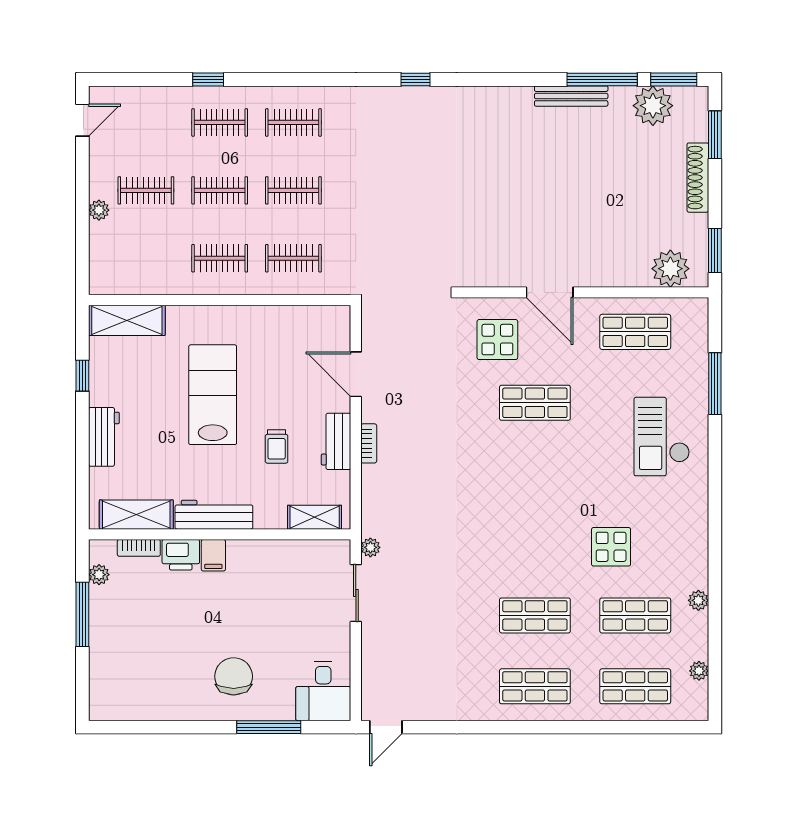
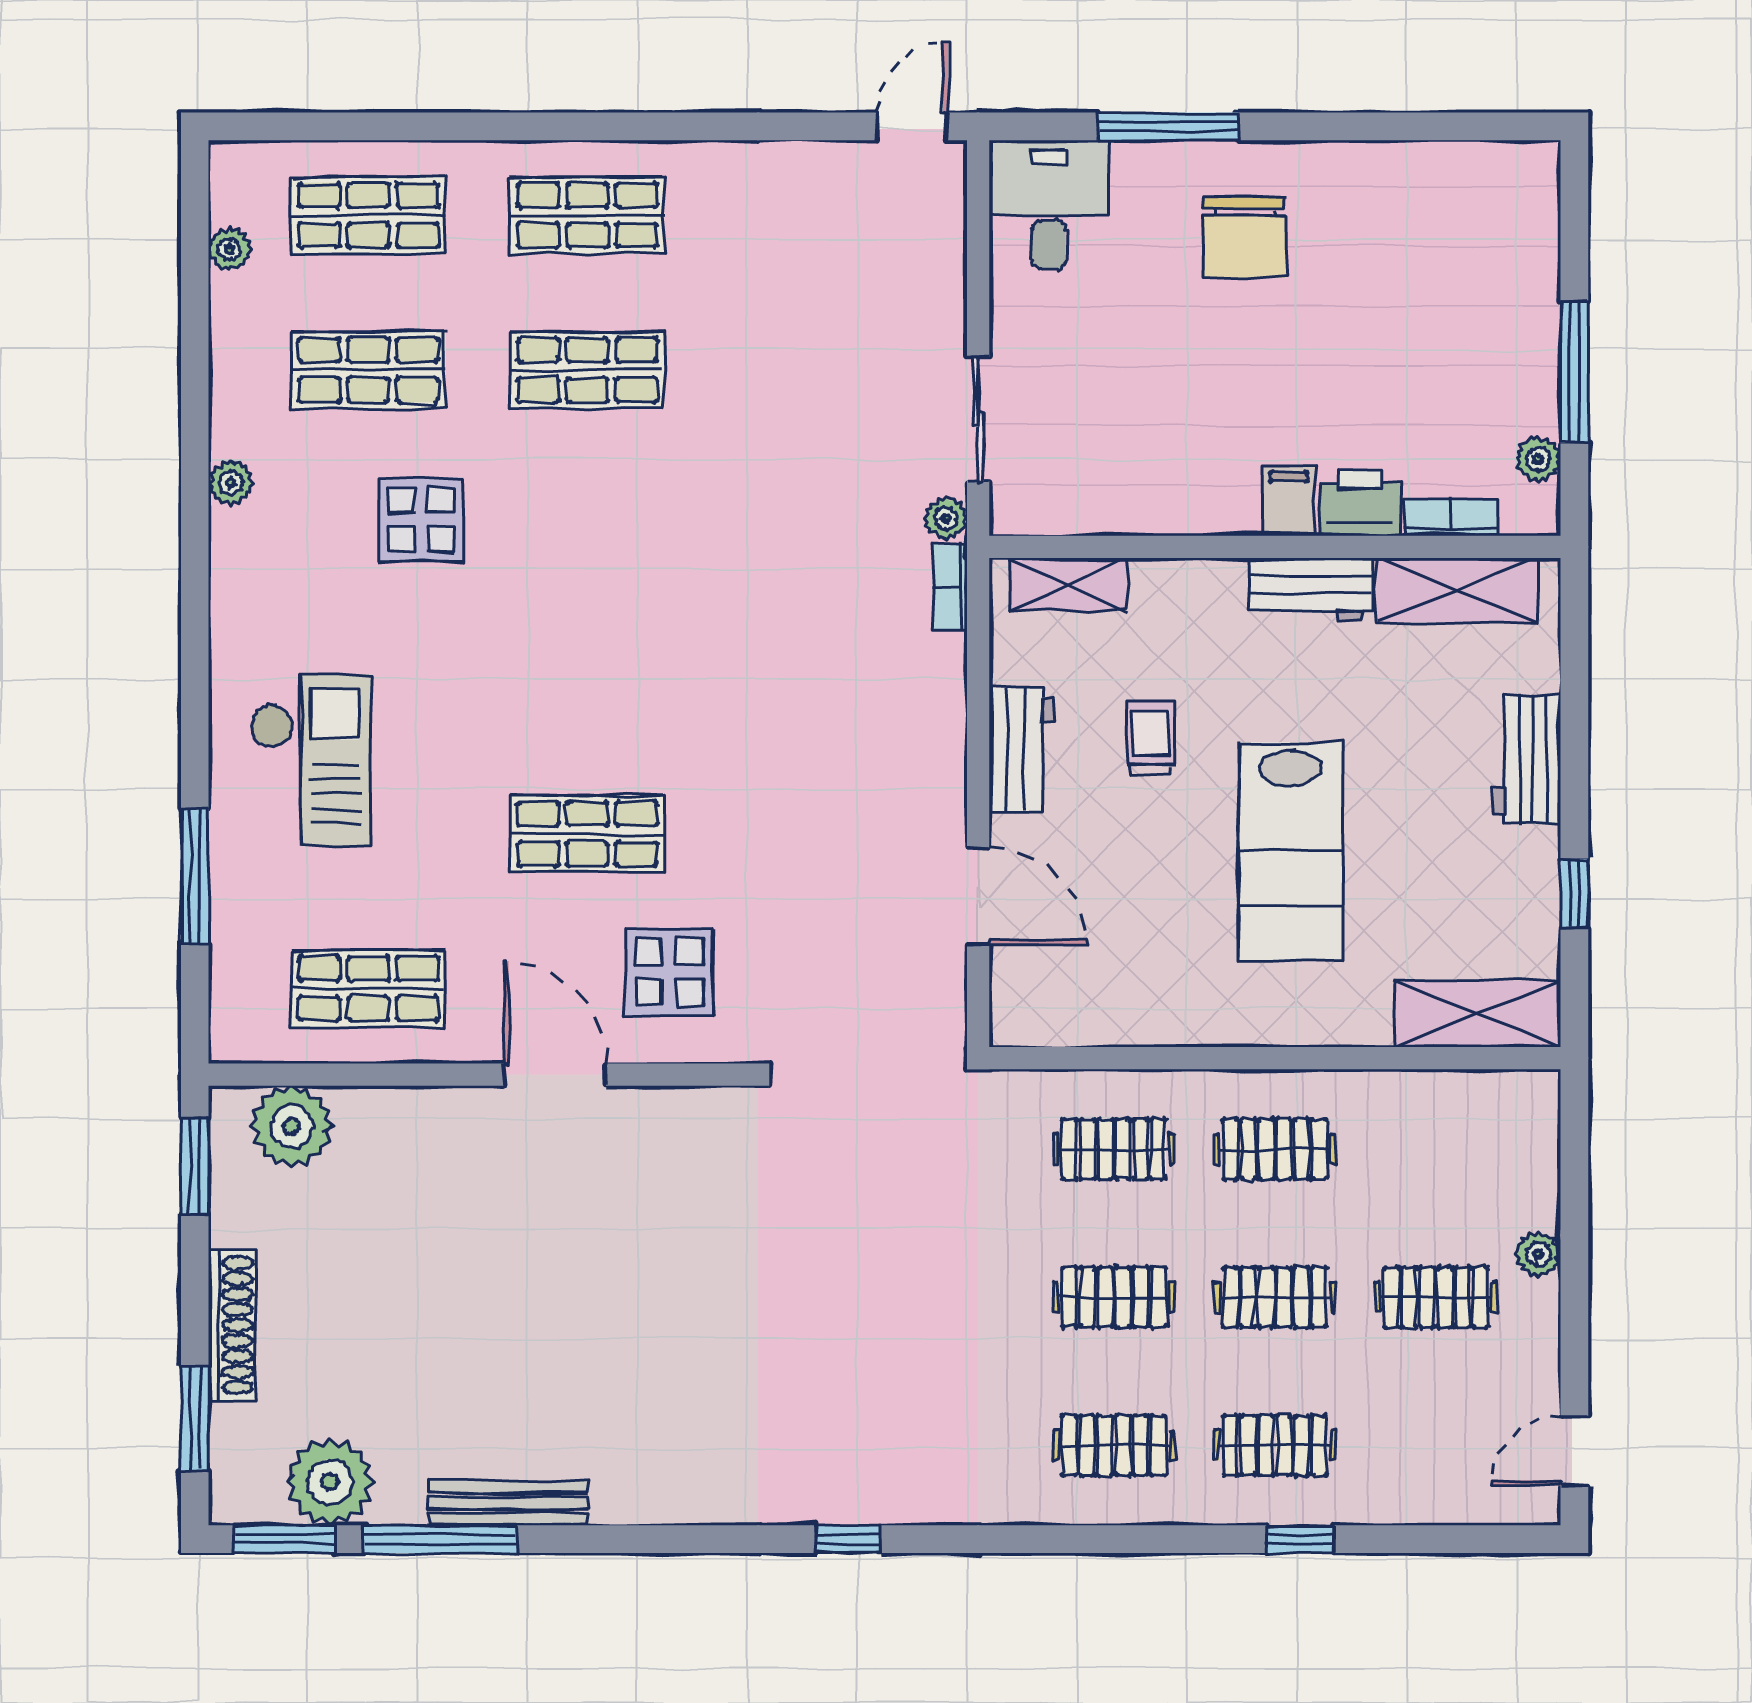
bookcase: (369, 443) -> (950, 587), moved
workbench: (214, 515) -> (1311, 590), width x0.73
plant: (698, 600) -> (231, 483), moved

